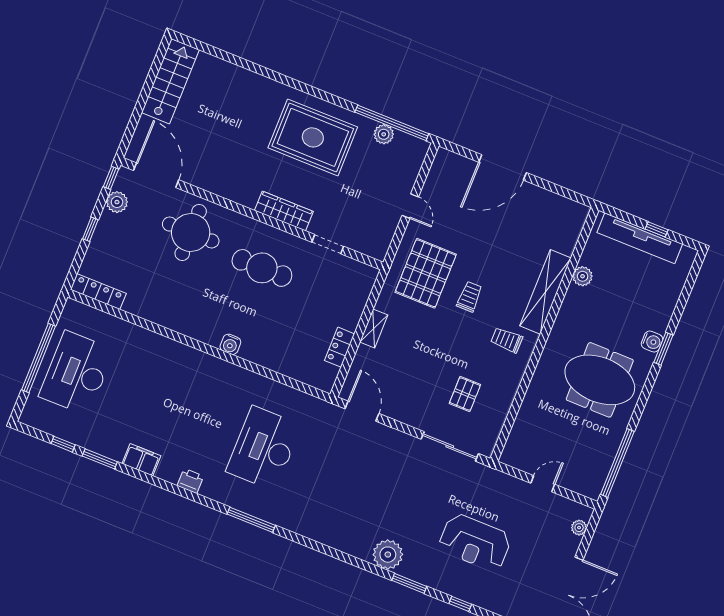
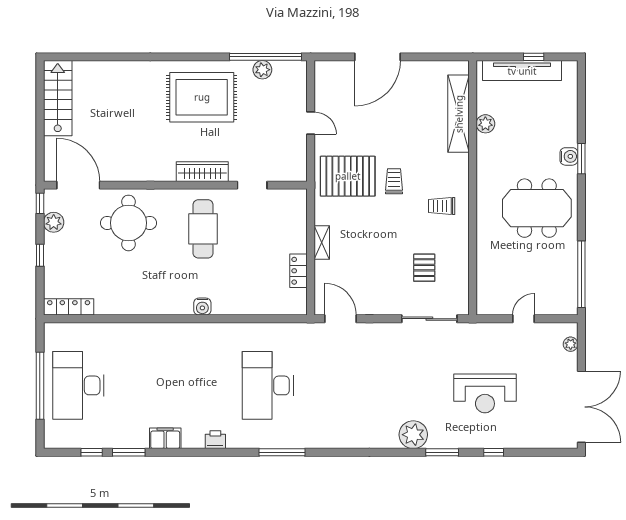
cafe table: (262, 268) -> (203, 229), turned 90
pallet: (426, 273) -> (348, 176), turned 90
shelving: (545, 292) -> (459, 114), moved

